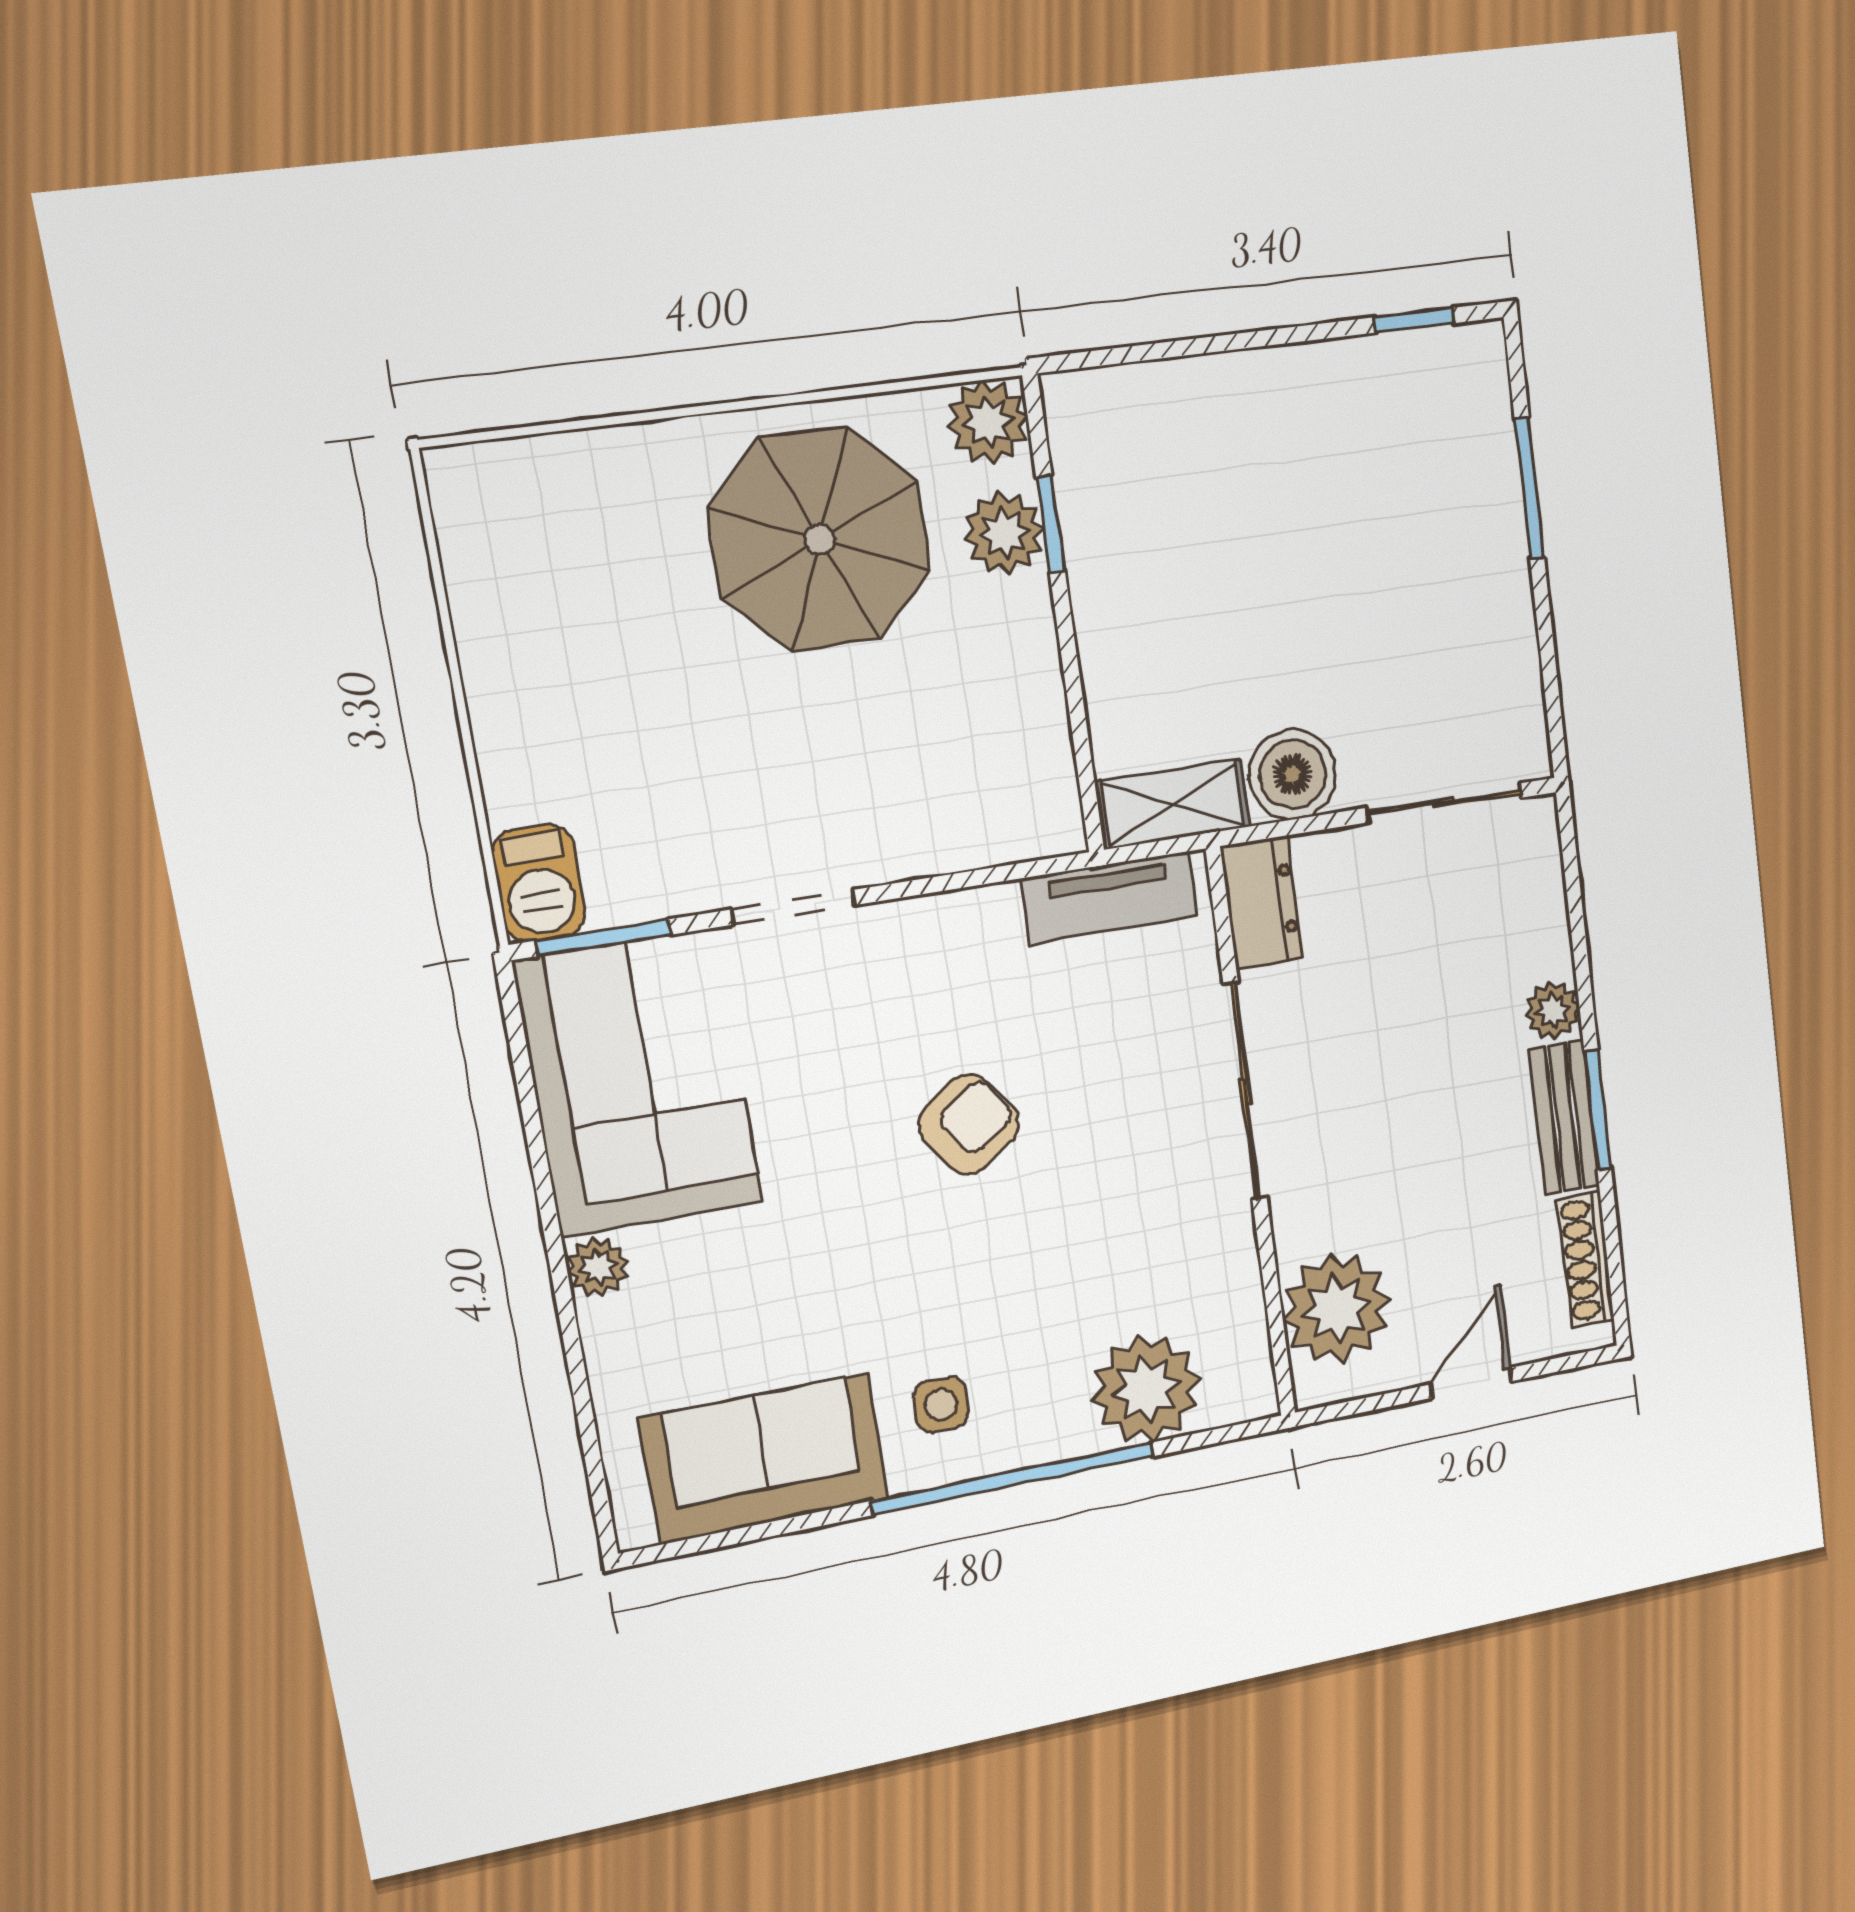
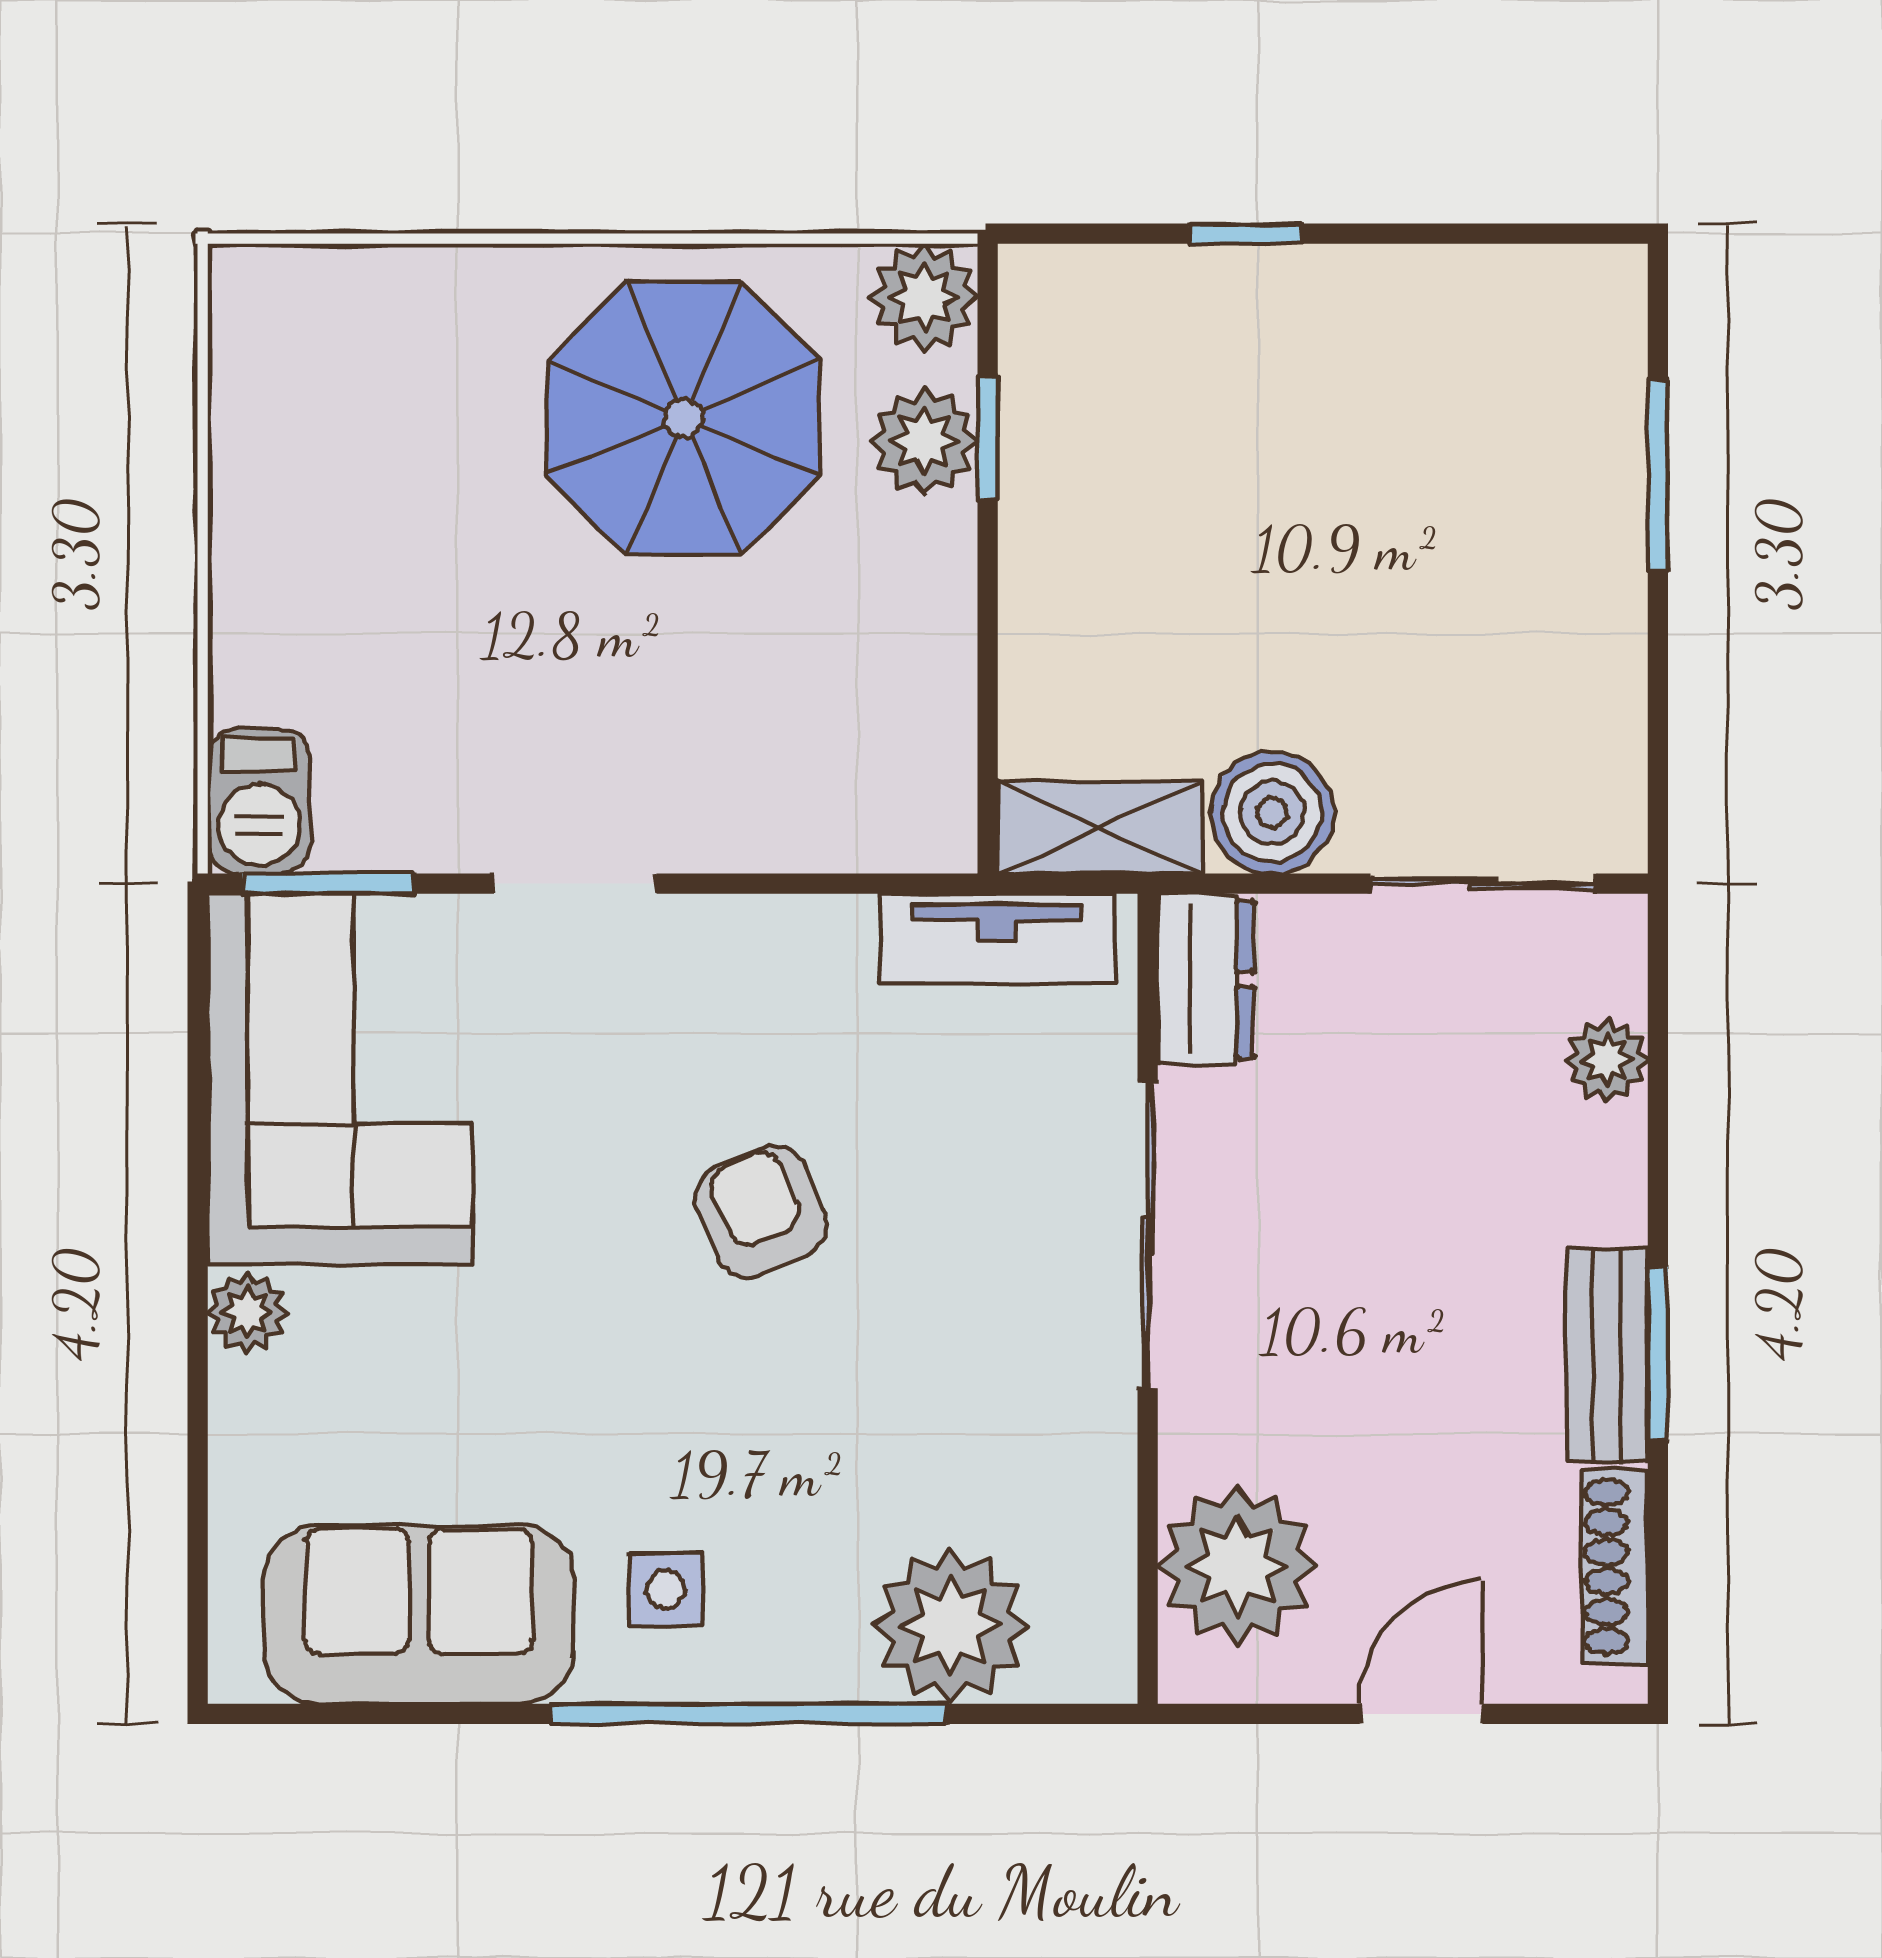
window: (1414, 320) -> (1245, 234), moved
plant: (1553, 1010) -> (1607, 1060), moved
armchair: (968, 1124) -> (761, 1212), turned -79

